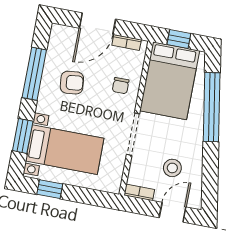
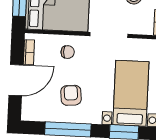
door: (97, 24) -> (16, 80), hinge flipped

